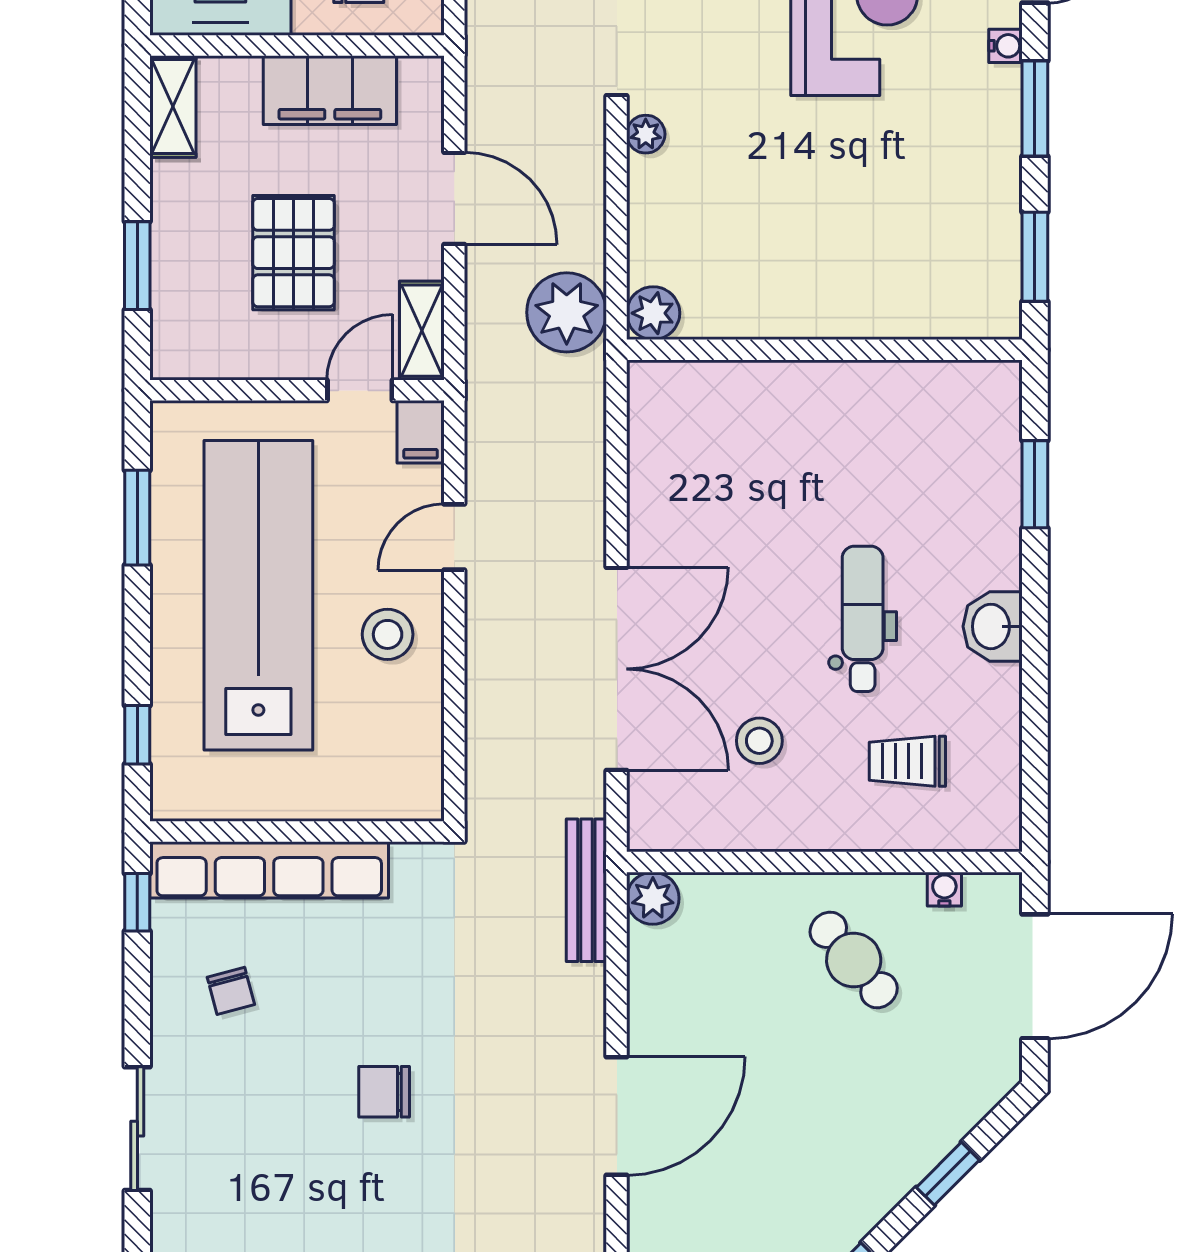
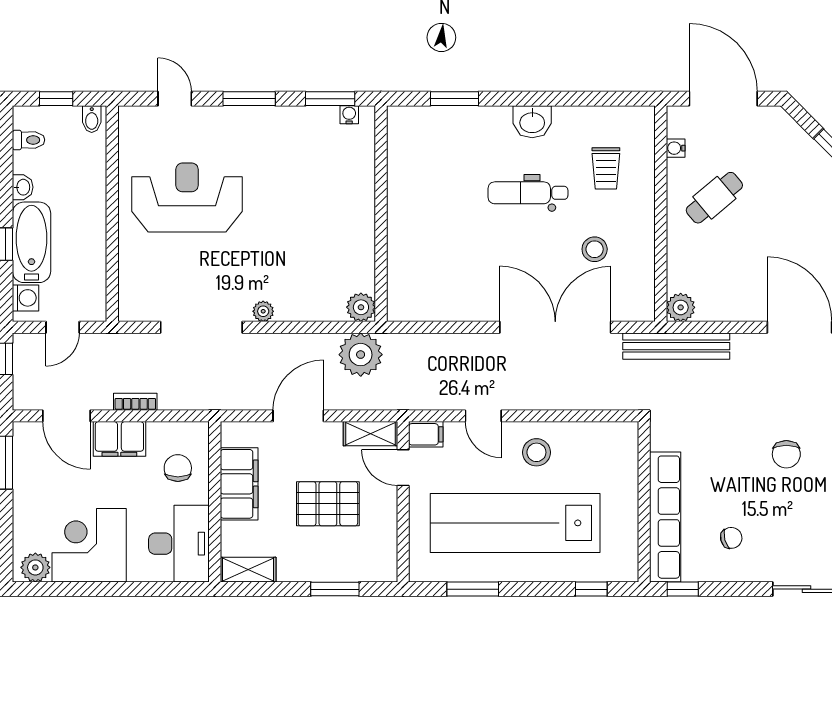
water cooler: (1006, 46) -> (349, 115), moved
bench: (586, 890) -> (676, 346), width x1.37, depth x1.21

